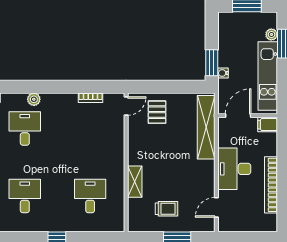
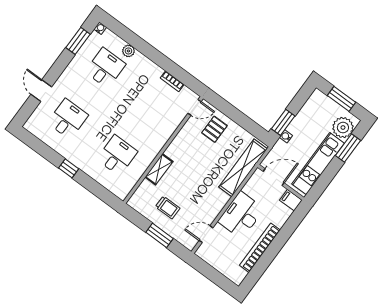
plant: (271, 35) -> (343, 127), width x1.88, depth x1.88

